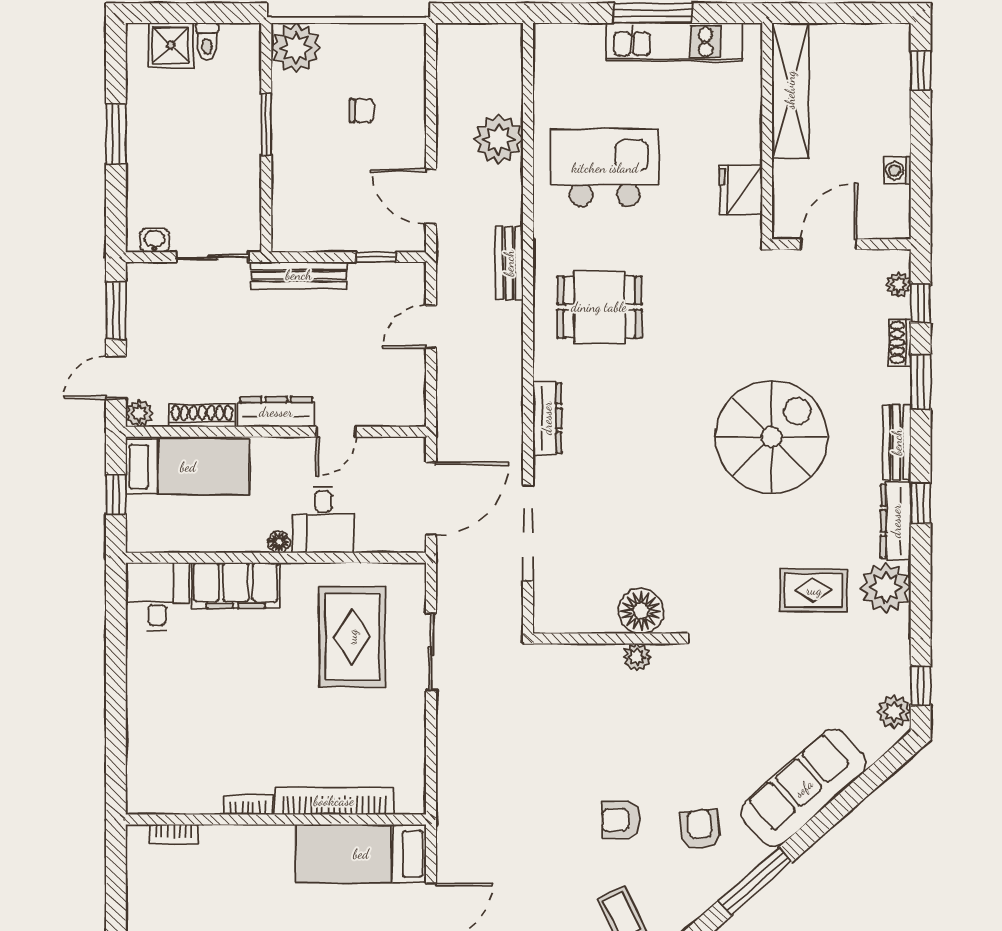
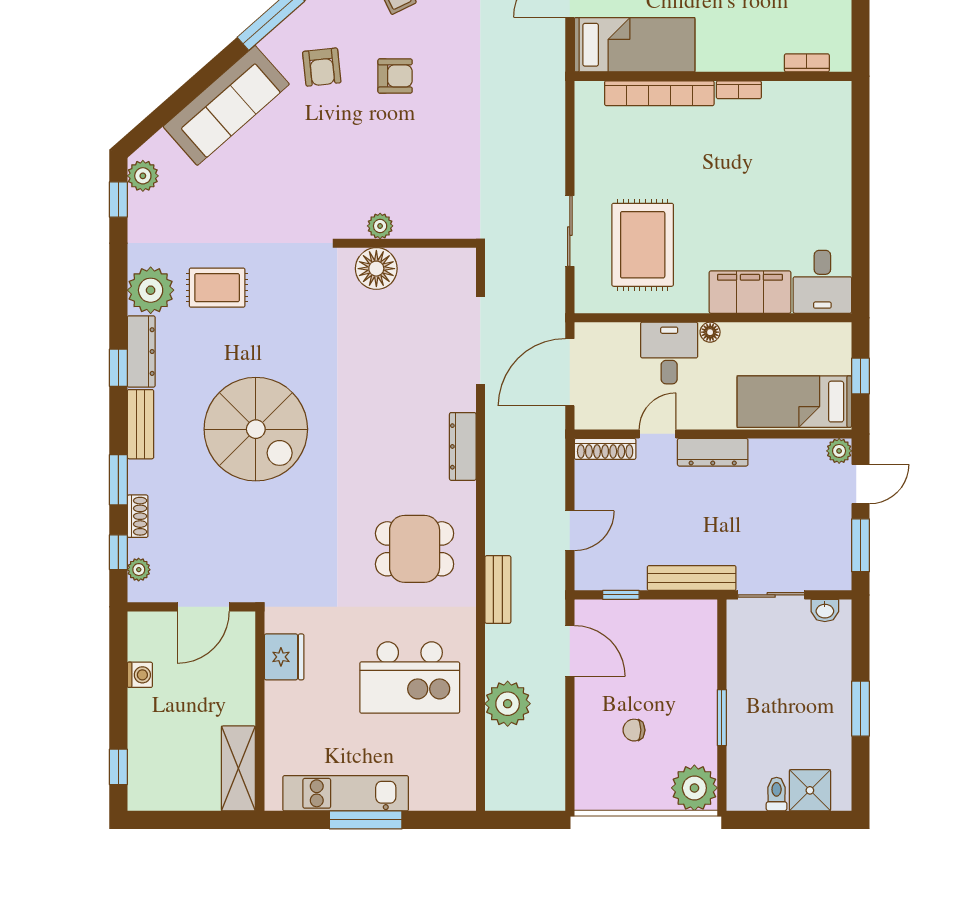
shelving: (790, 90) -> (238, 768), width x0.68
shoe rack: (202, 415) -> (605, 449), moved
spiral stairs: (772, 437) -> (256, 429), turned -90

